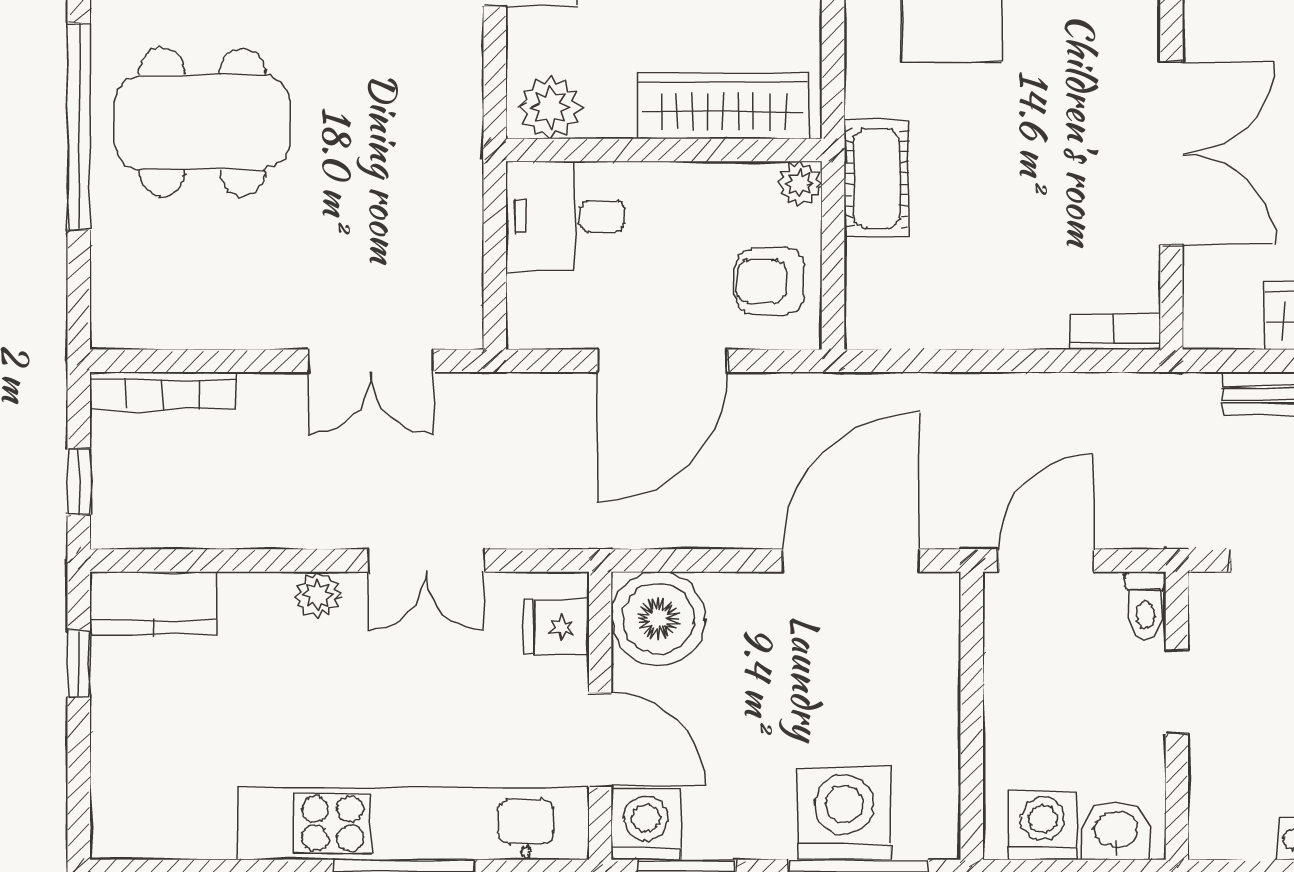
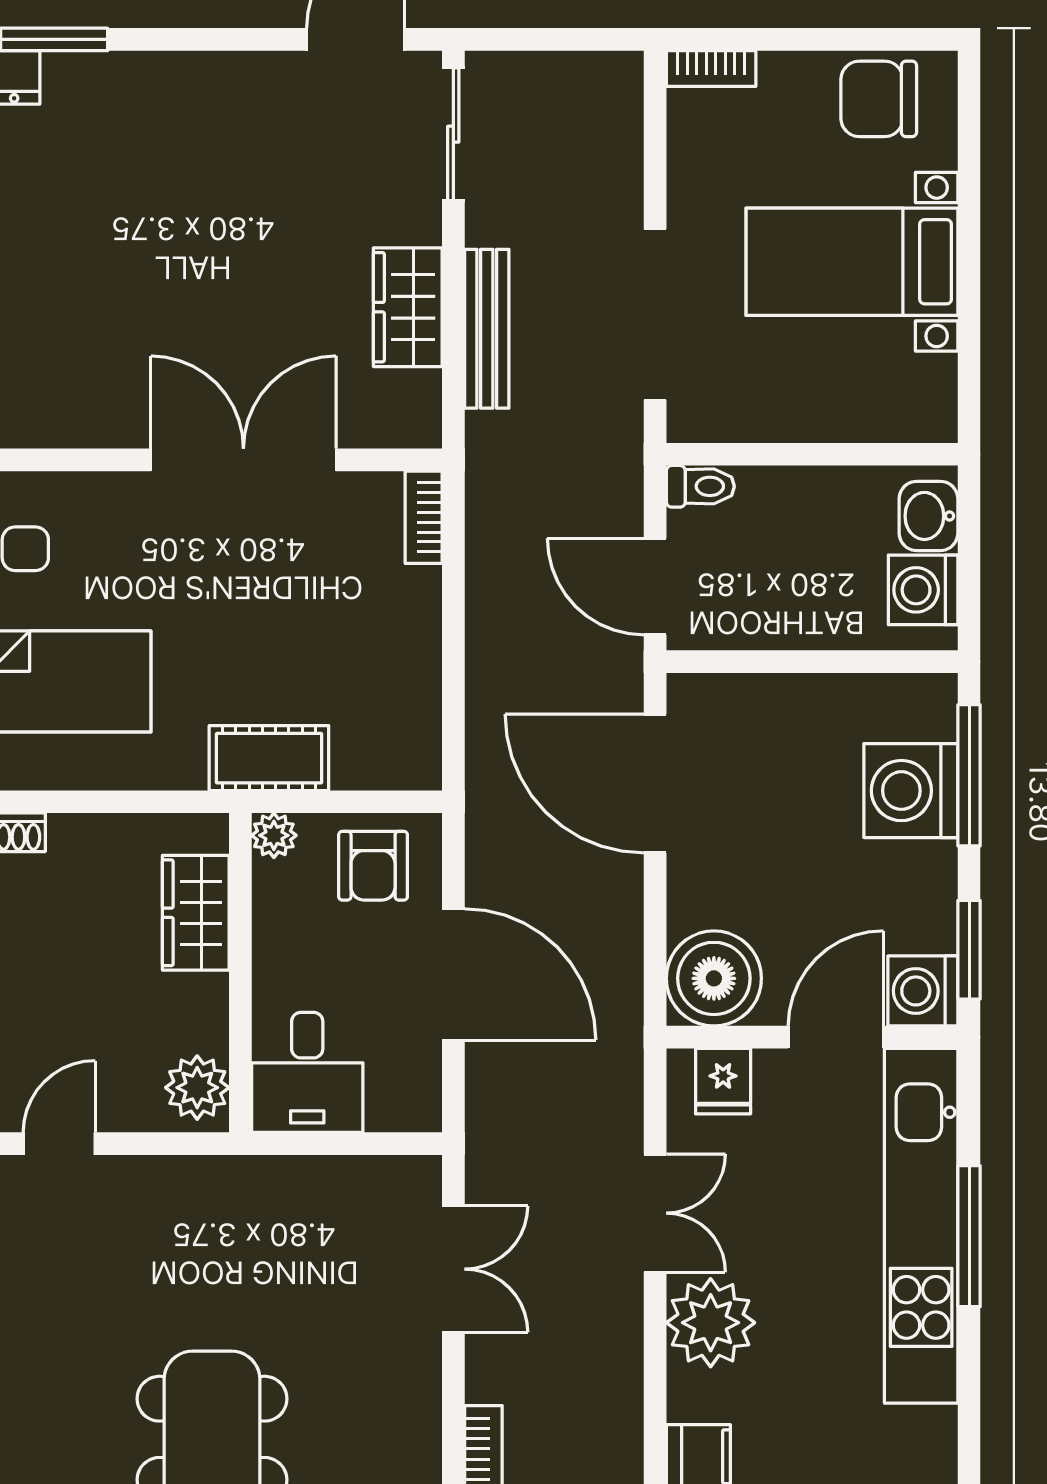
wardrobe: (723, 106) -> (196, 913), width x0.67
plant: (318, 595) -> (711, 1323), width x1.87, depth x1.87
doorway: (1177, 692) -> (788, 454), removed

